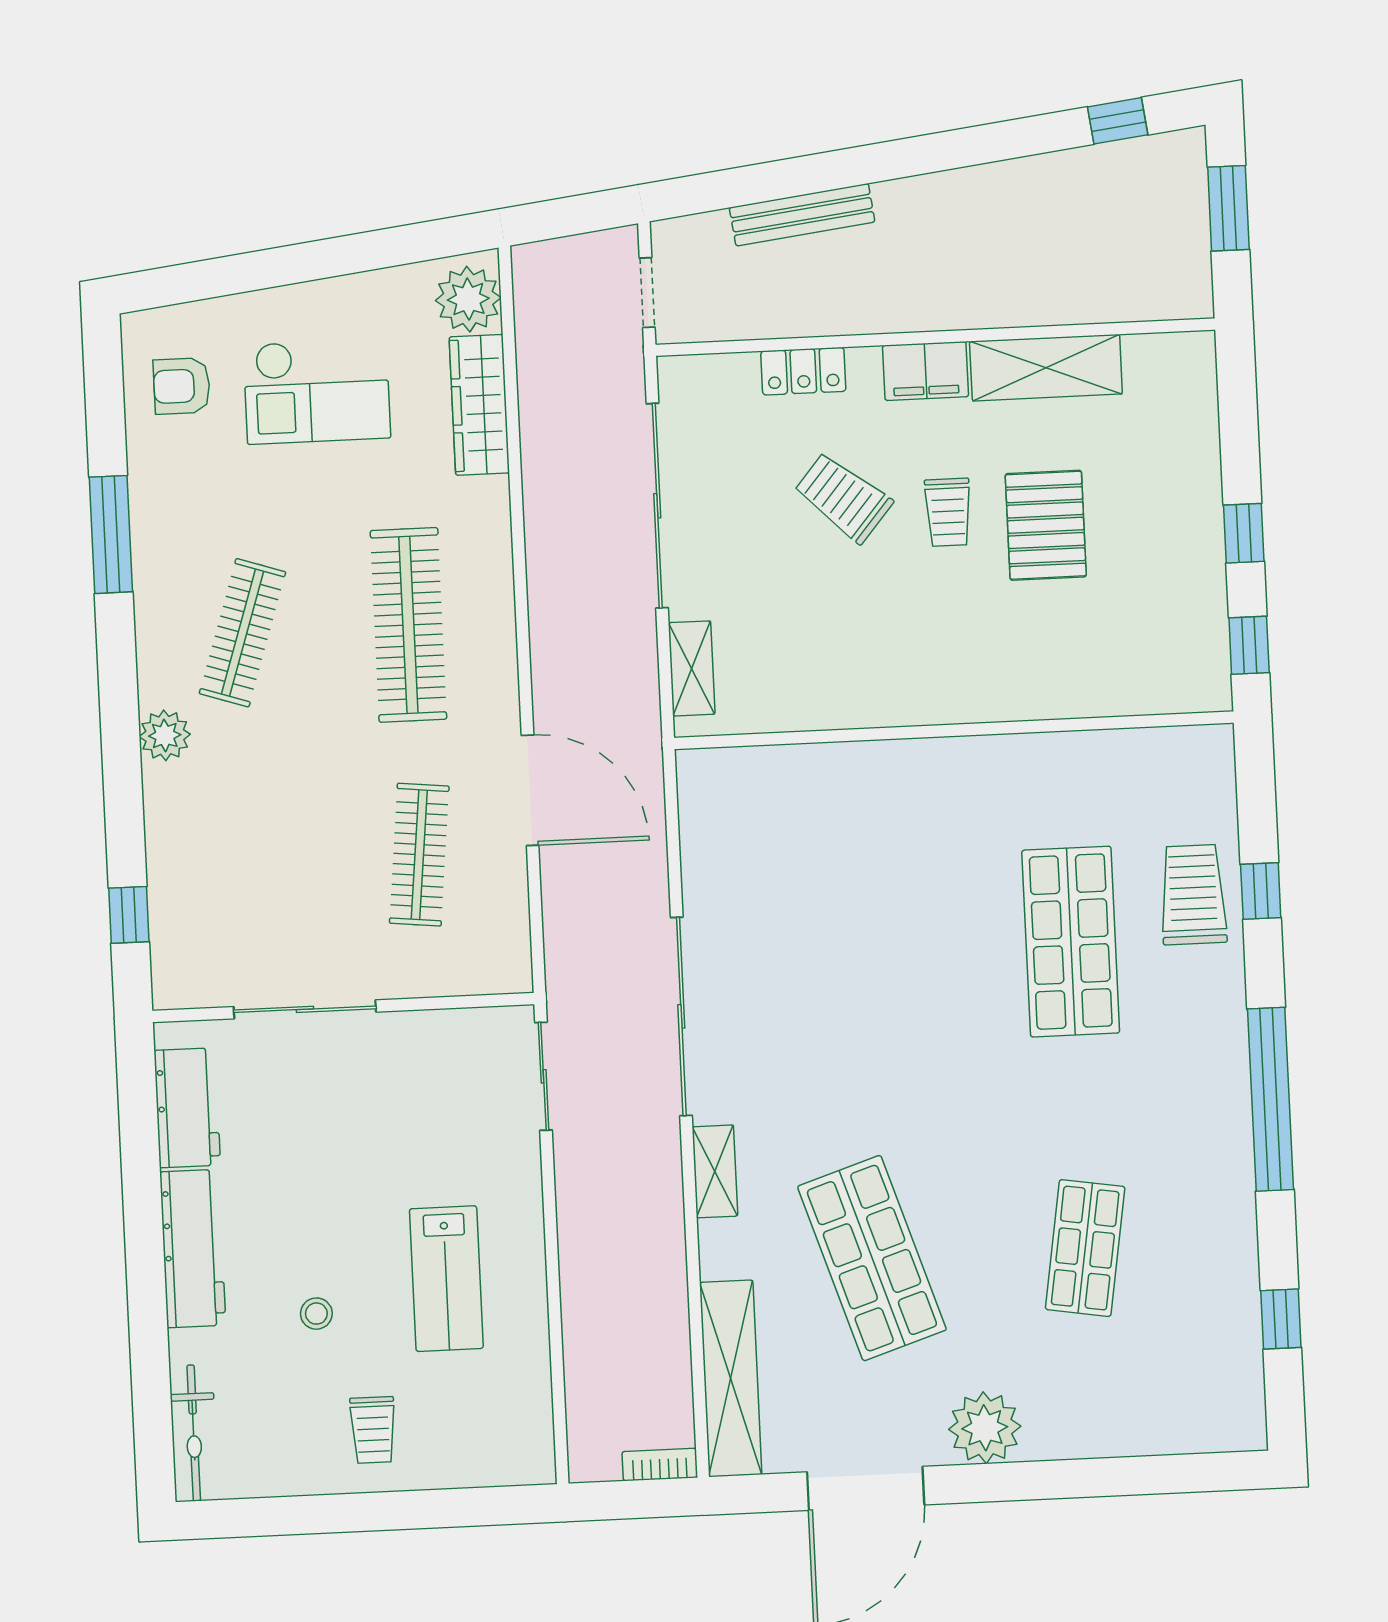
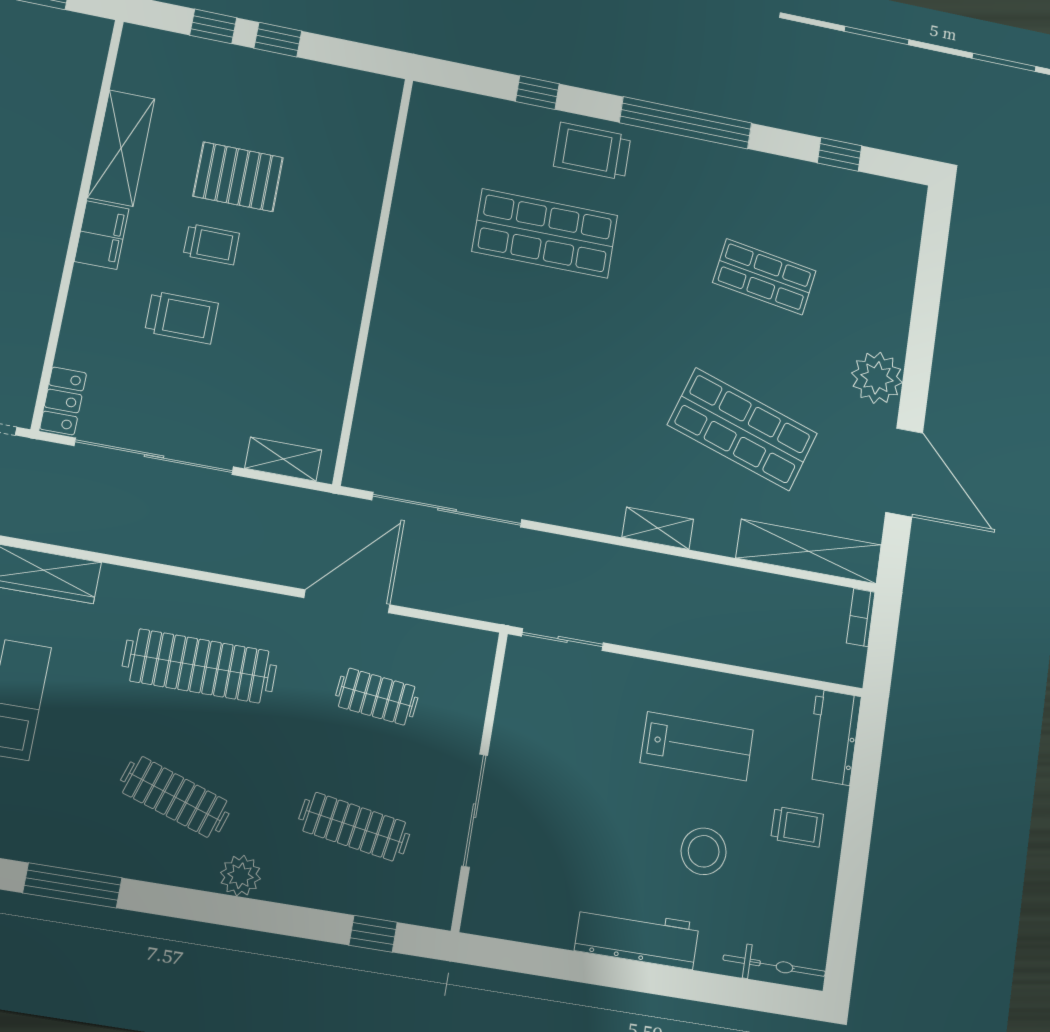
locker: (803, 371) -> (63, 401), moved
trolley: (843, 497) -> (182, 318), turned -130
window: (1249, 645) -> (213, 26), moved
clothes rail: (419, 855) -> (377, 697), width x0.73
clothes rail: (253, 862) -> (354, 827), added
trolley: (1193, 895) -> (592, 151), moved
sliding door: (681, 1016) -> (447, 510), moved
workbench: (187, 1108) -> (833, 737), moved, turned -90
shop shelf: (872, 1258) -> (742, 429), turned 36
stool: (316, 1314) -> (704, 851), width x1.89, depth x1.89

